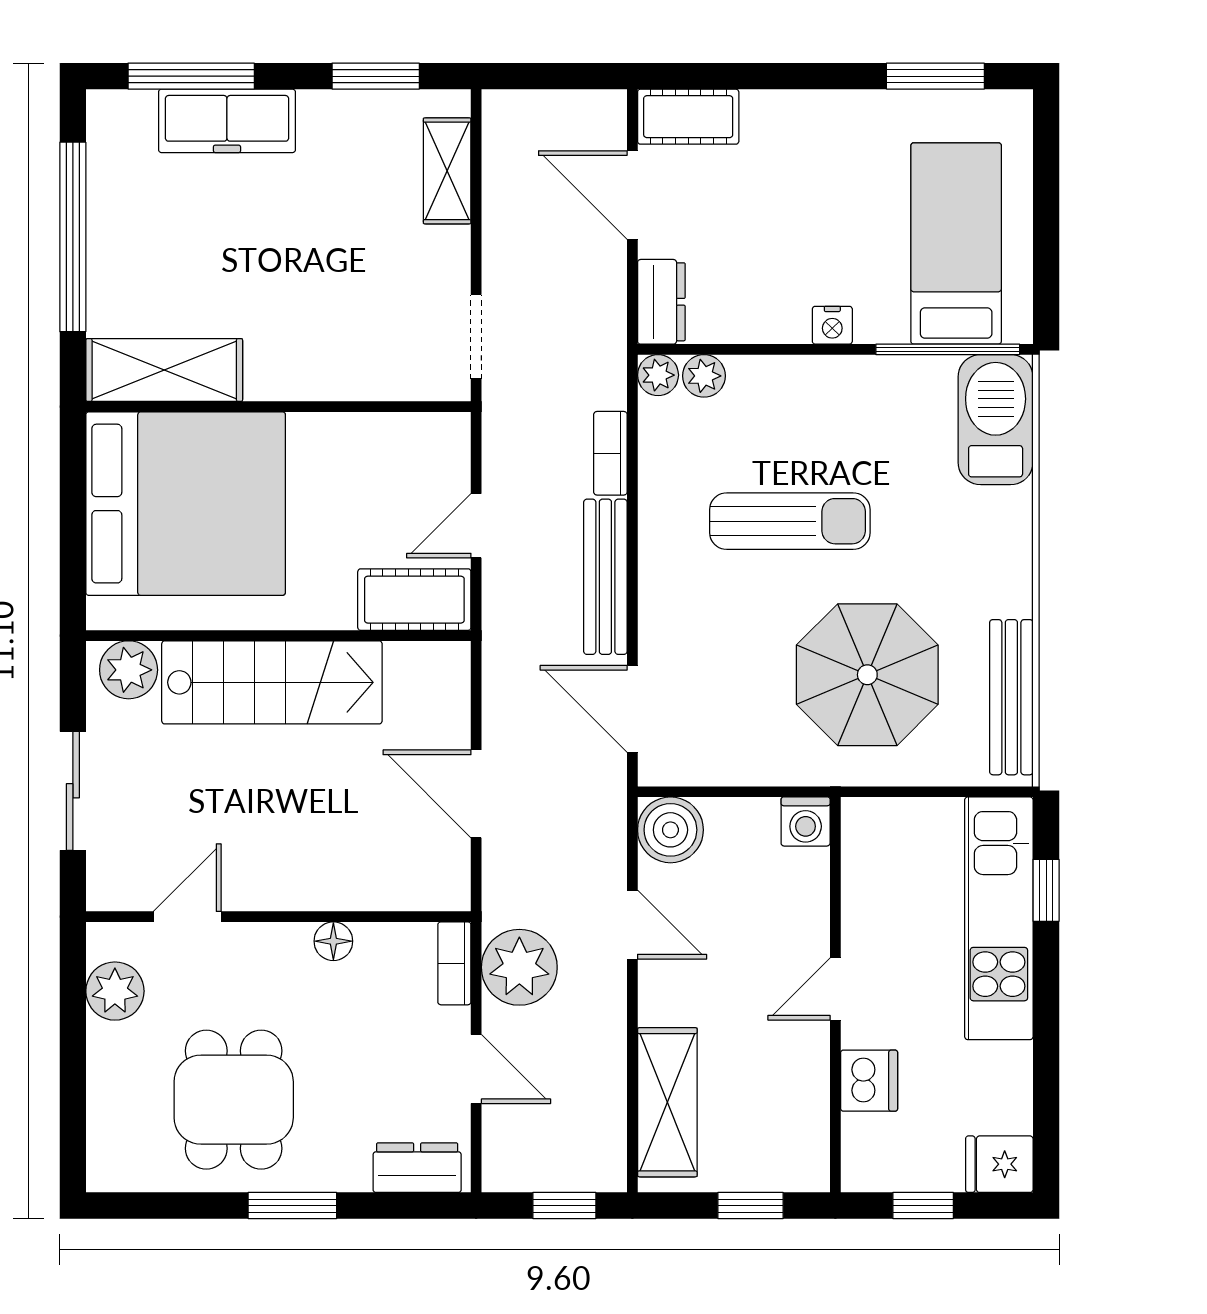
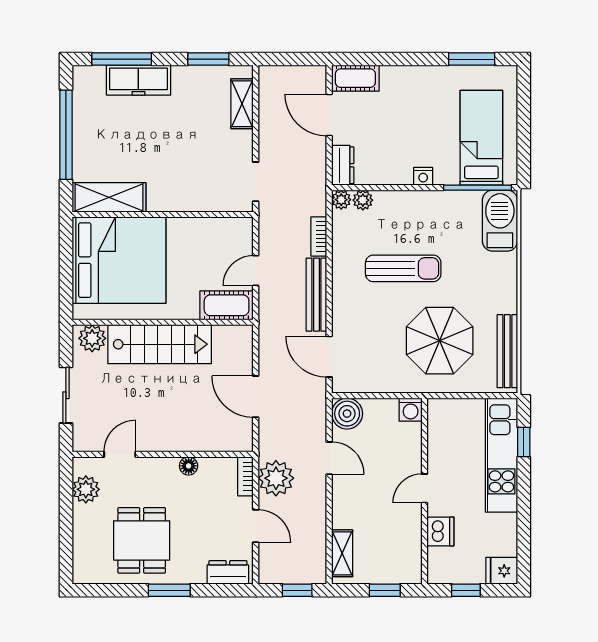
shelving: (667, 1102) -> (342, 553), width x0.67, depth x0.75

